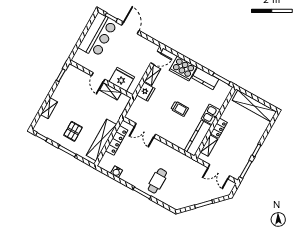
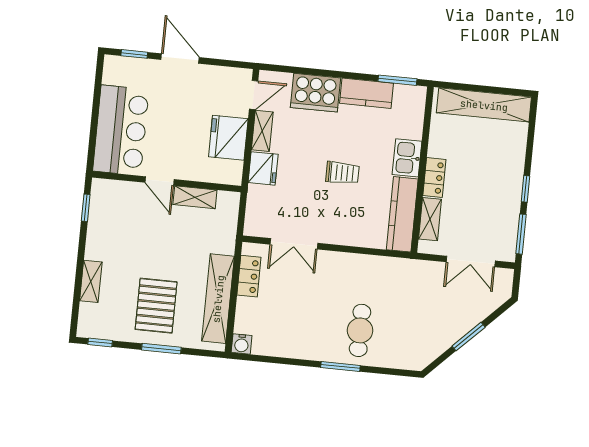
bar counter: (98, 35) -> (121, 130), moved
fridge: (122, 79) -> (228, 138), moved, turned -90
pallet: (73, 131) -> (156, 306), width x1.50, depth x1.42
locker: (117, 140) -> (249, 276), width x0.66
water cooler: (116, 172) -> (242, 344), moved

